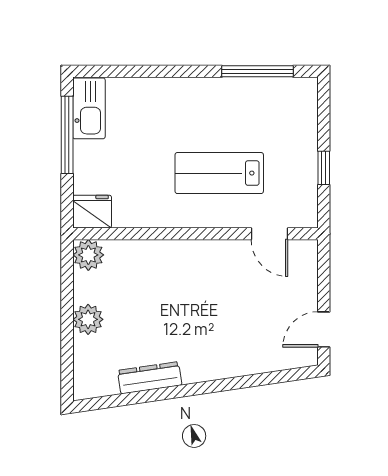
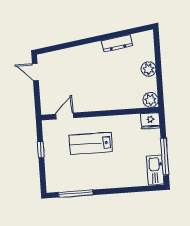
lab bench: (219, 173) -> (91, 143), turned 180
door: (269, 234) -> (65, 116), hinge flipped
door: (324, 329) -> (35, 72), swing flipped

